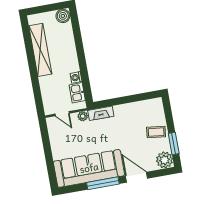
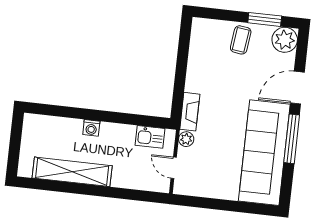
boiler: (63, 16) -> (33, 125), removed
washing machine: (76, 77) -> (91, 128), moved
door: (62, 114) -> (174, 168), swing flipped

